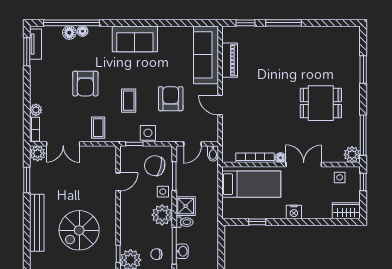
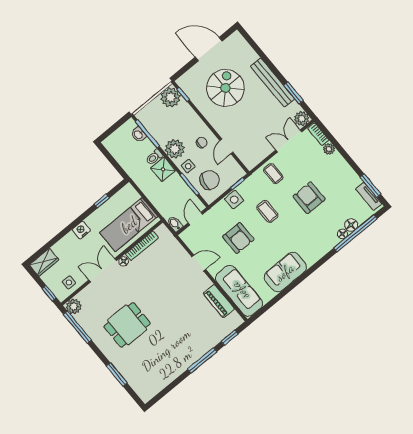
sofa: (135, 39) -> (285, 272), moved
double door: (304, 164) -> (103, 270), swing flipped
bench: (37, 223) -> (273, 83), moved
chair: (156, 254) -> (202, 142), moved

